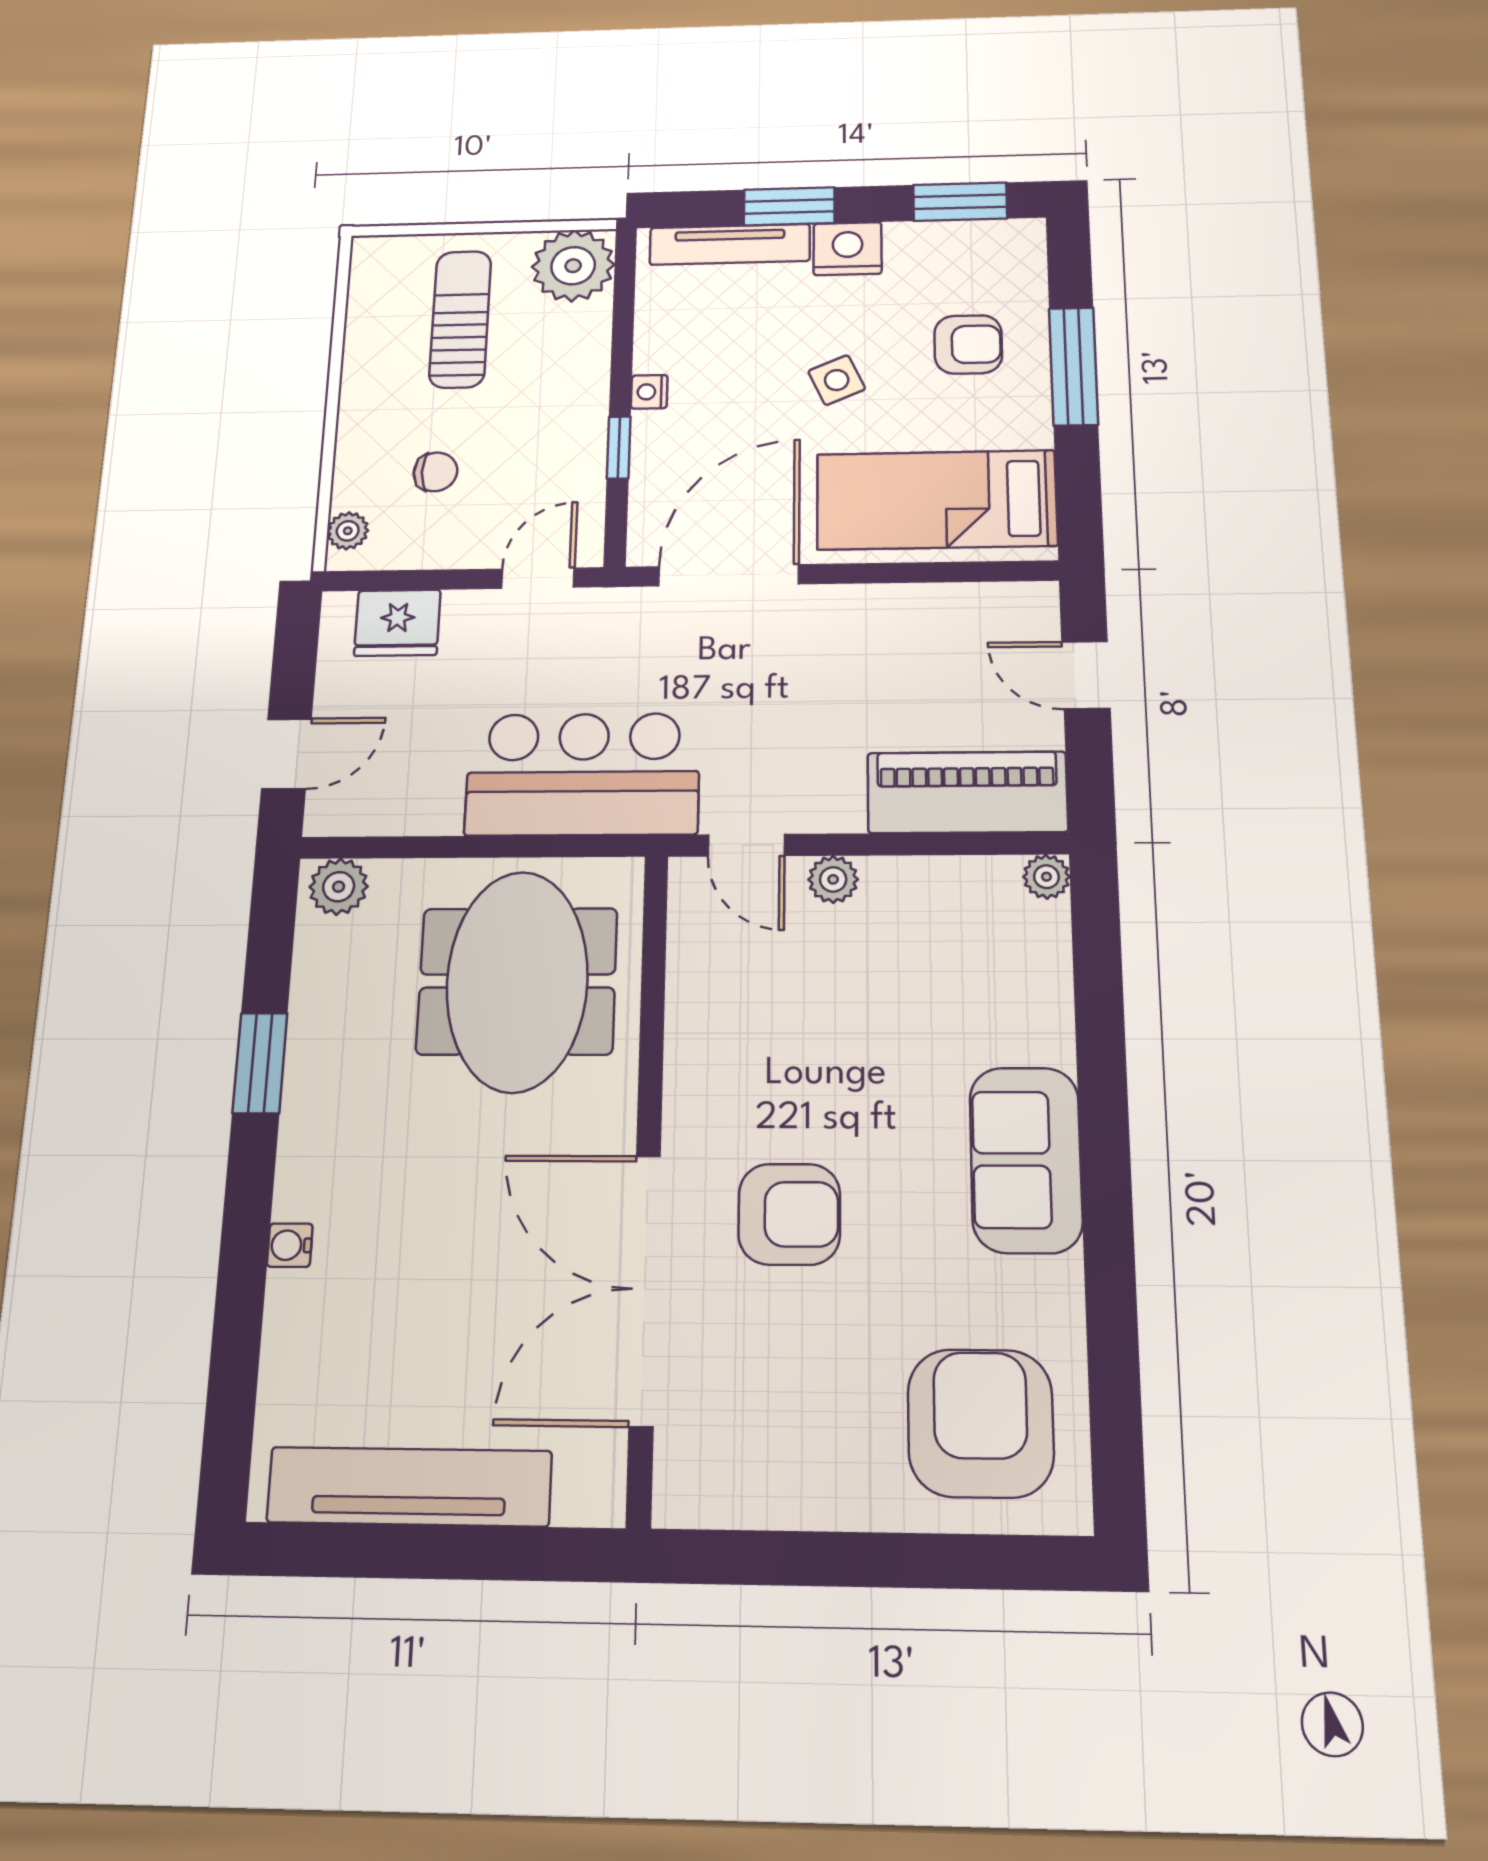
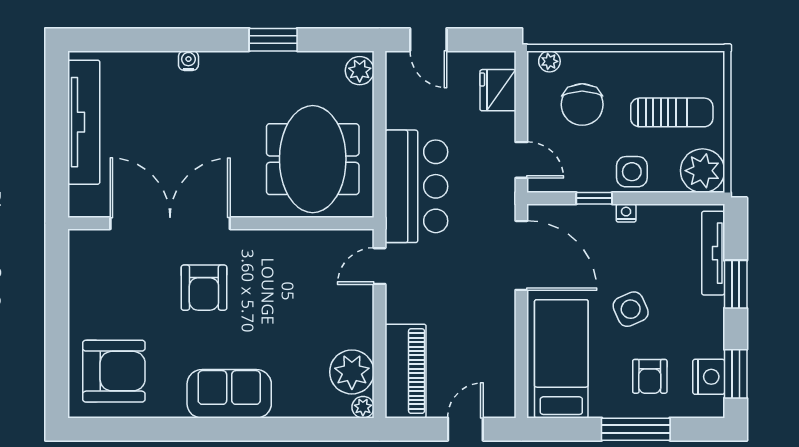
nightstand: (848, 249) -> (709, 377), moved
side table: (837, 380) -> (631, 309), width x1.37, depth x1.37
side table: (570, 384) -> (632, 172), added
chair: (435, 472) -> (582, 105), width x1.87, depth x1.87
plant: (833, 879) -> (352, 372), moved, width x1.88, depth x1.88
meeting table: (517, 981) -> (313, 159), turned 90

